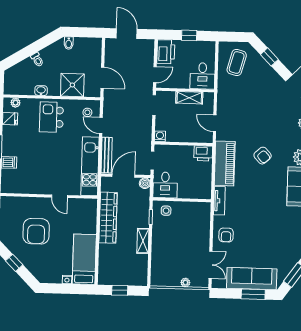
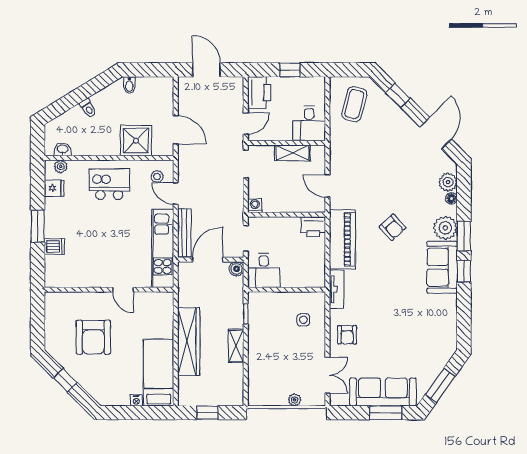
washbasin: (41, 91) -> (63, 149), moved
kitchen island: (51, 117) -> (109, 184), turned 90
side table: (166, 211) -> (303, 320), moved
wardrobe: (108, 218) -> (189, 342), moved

